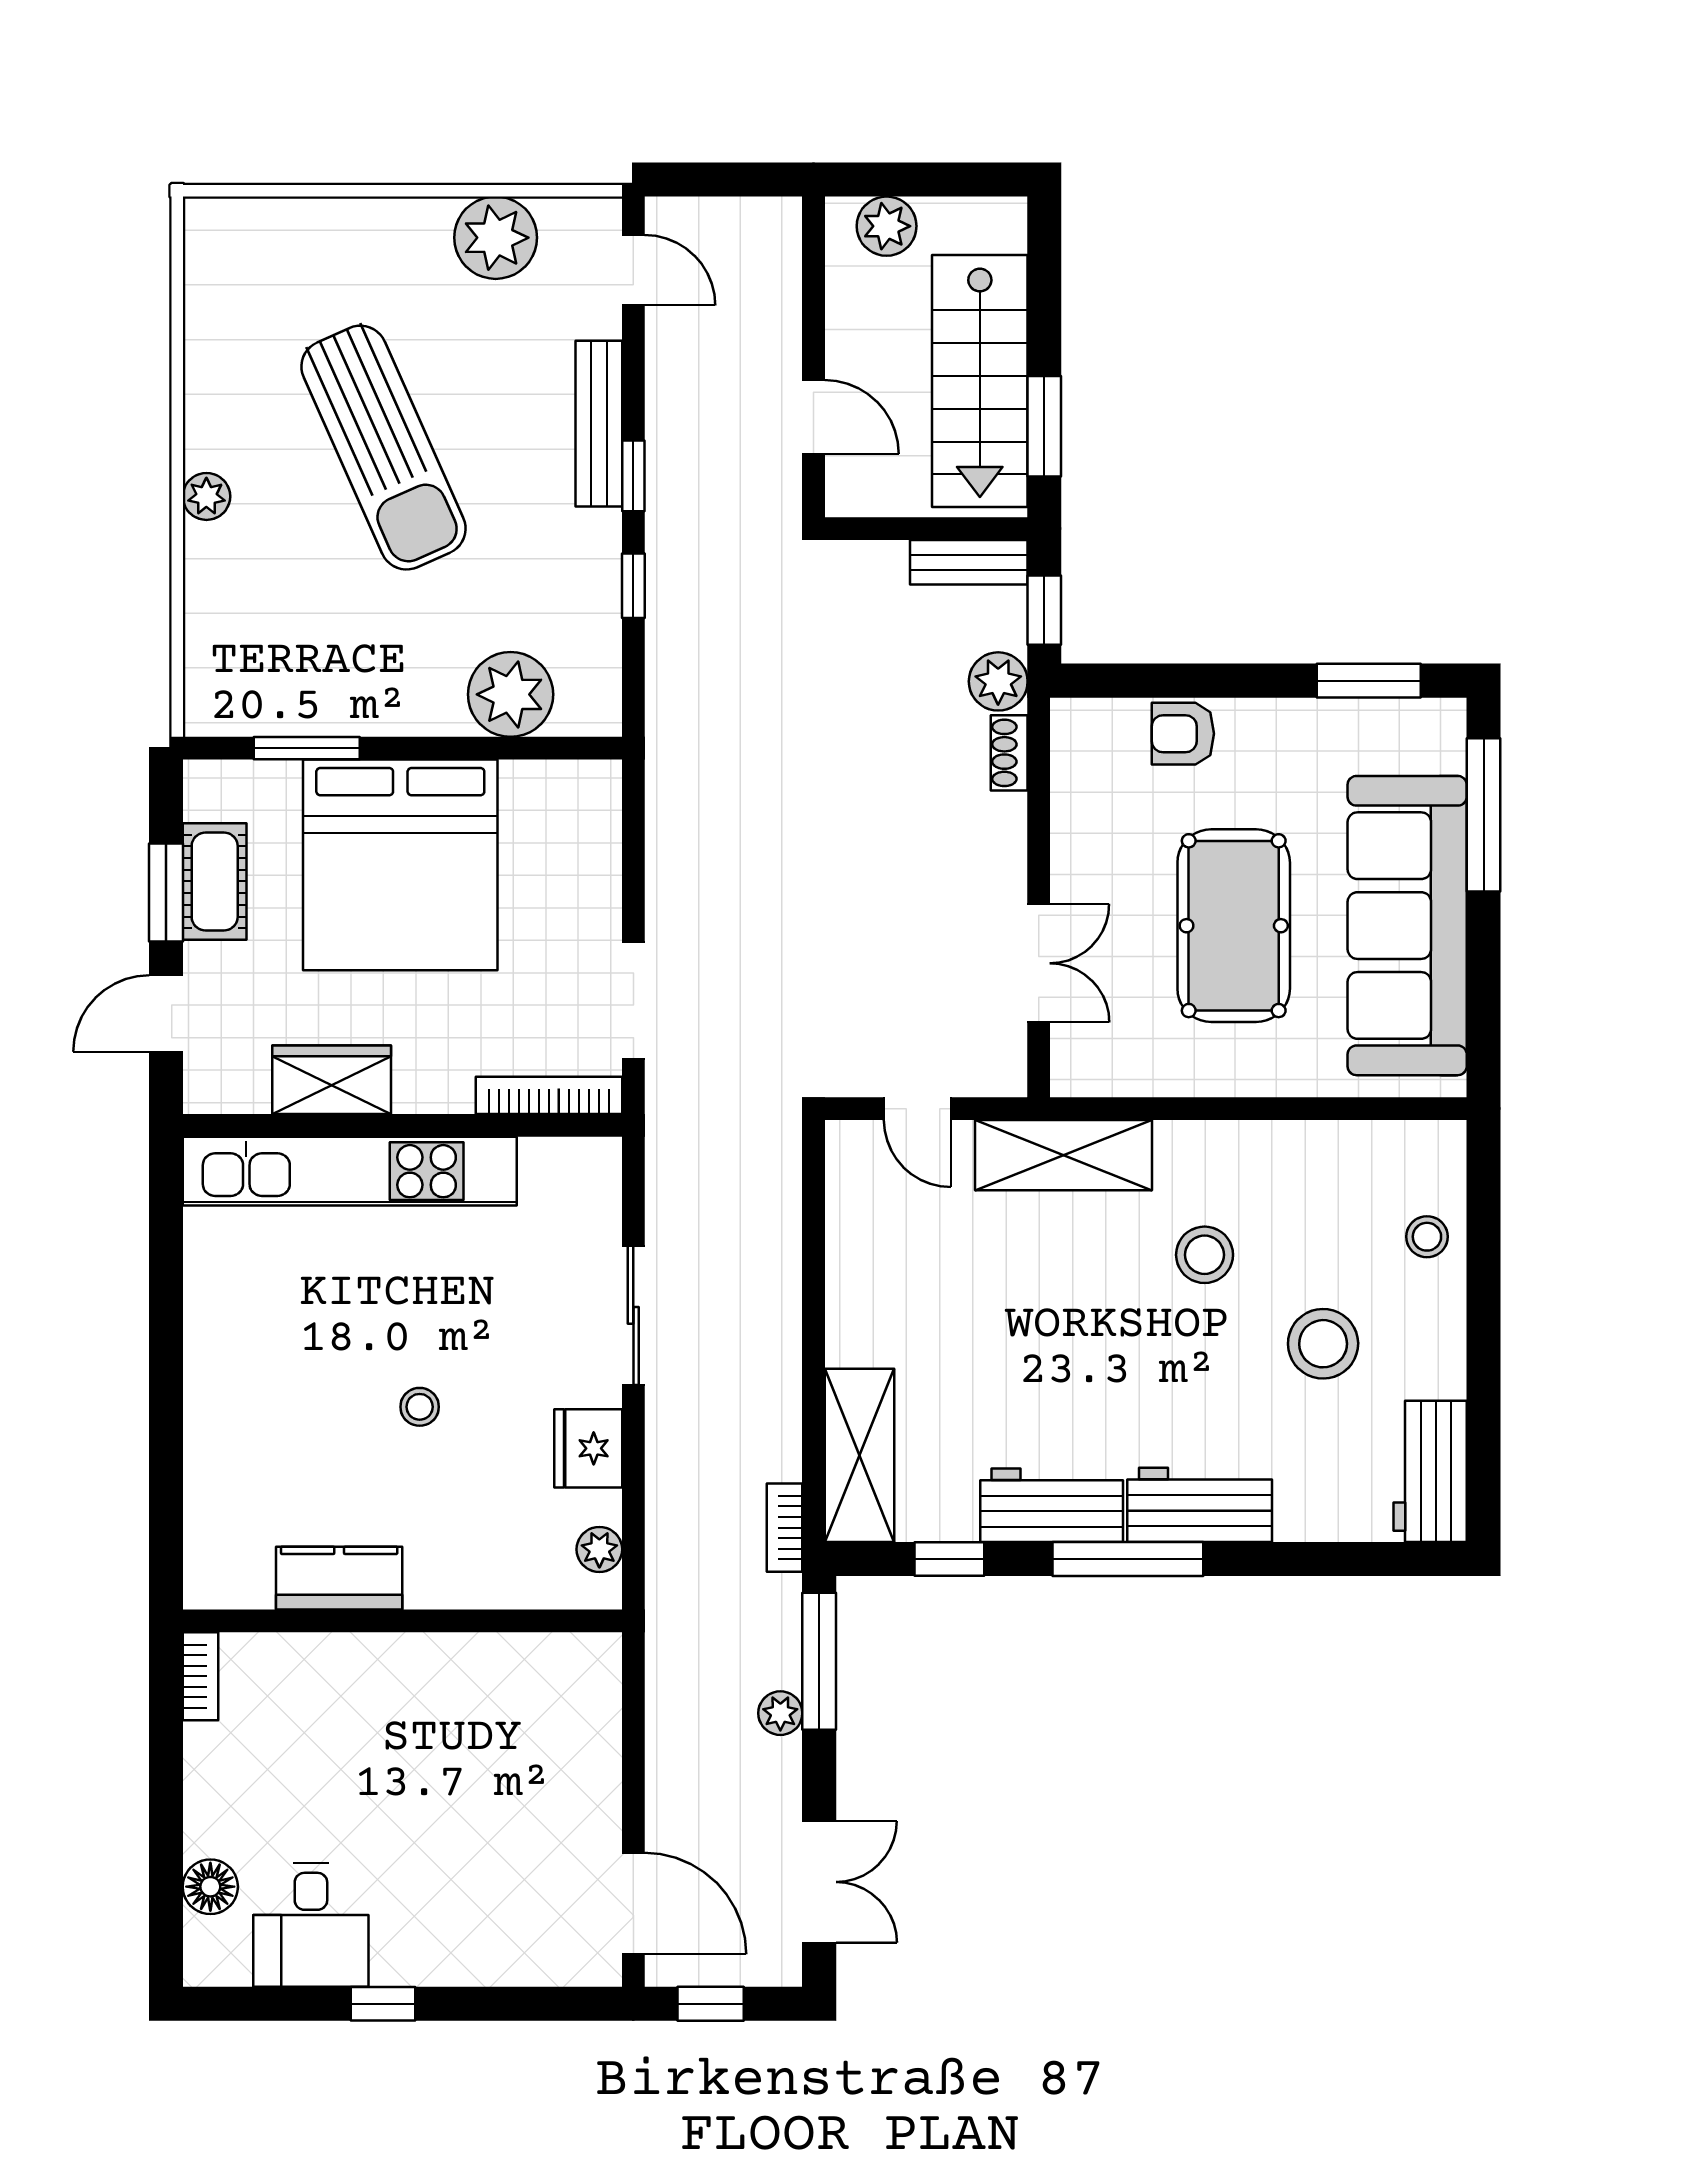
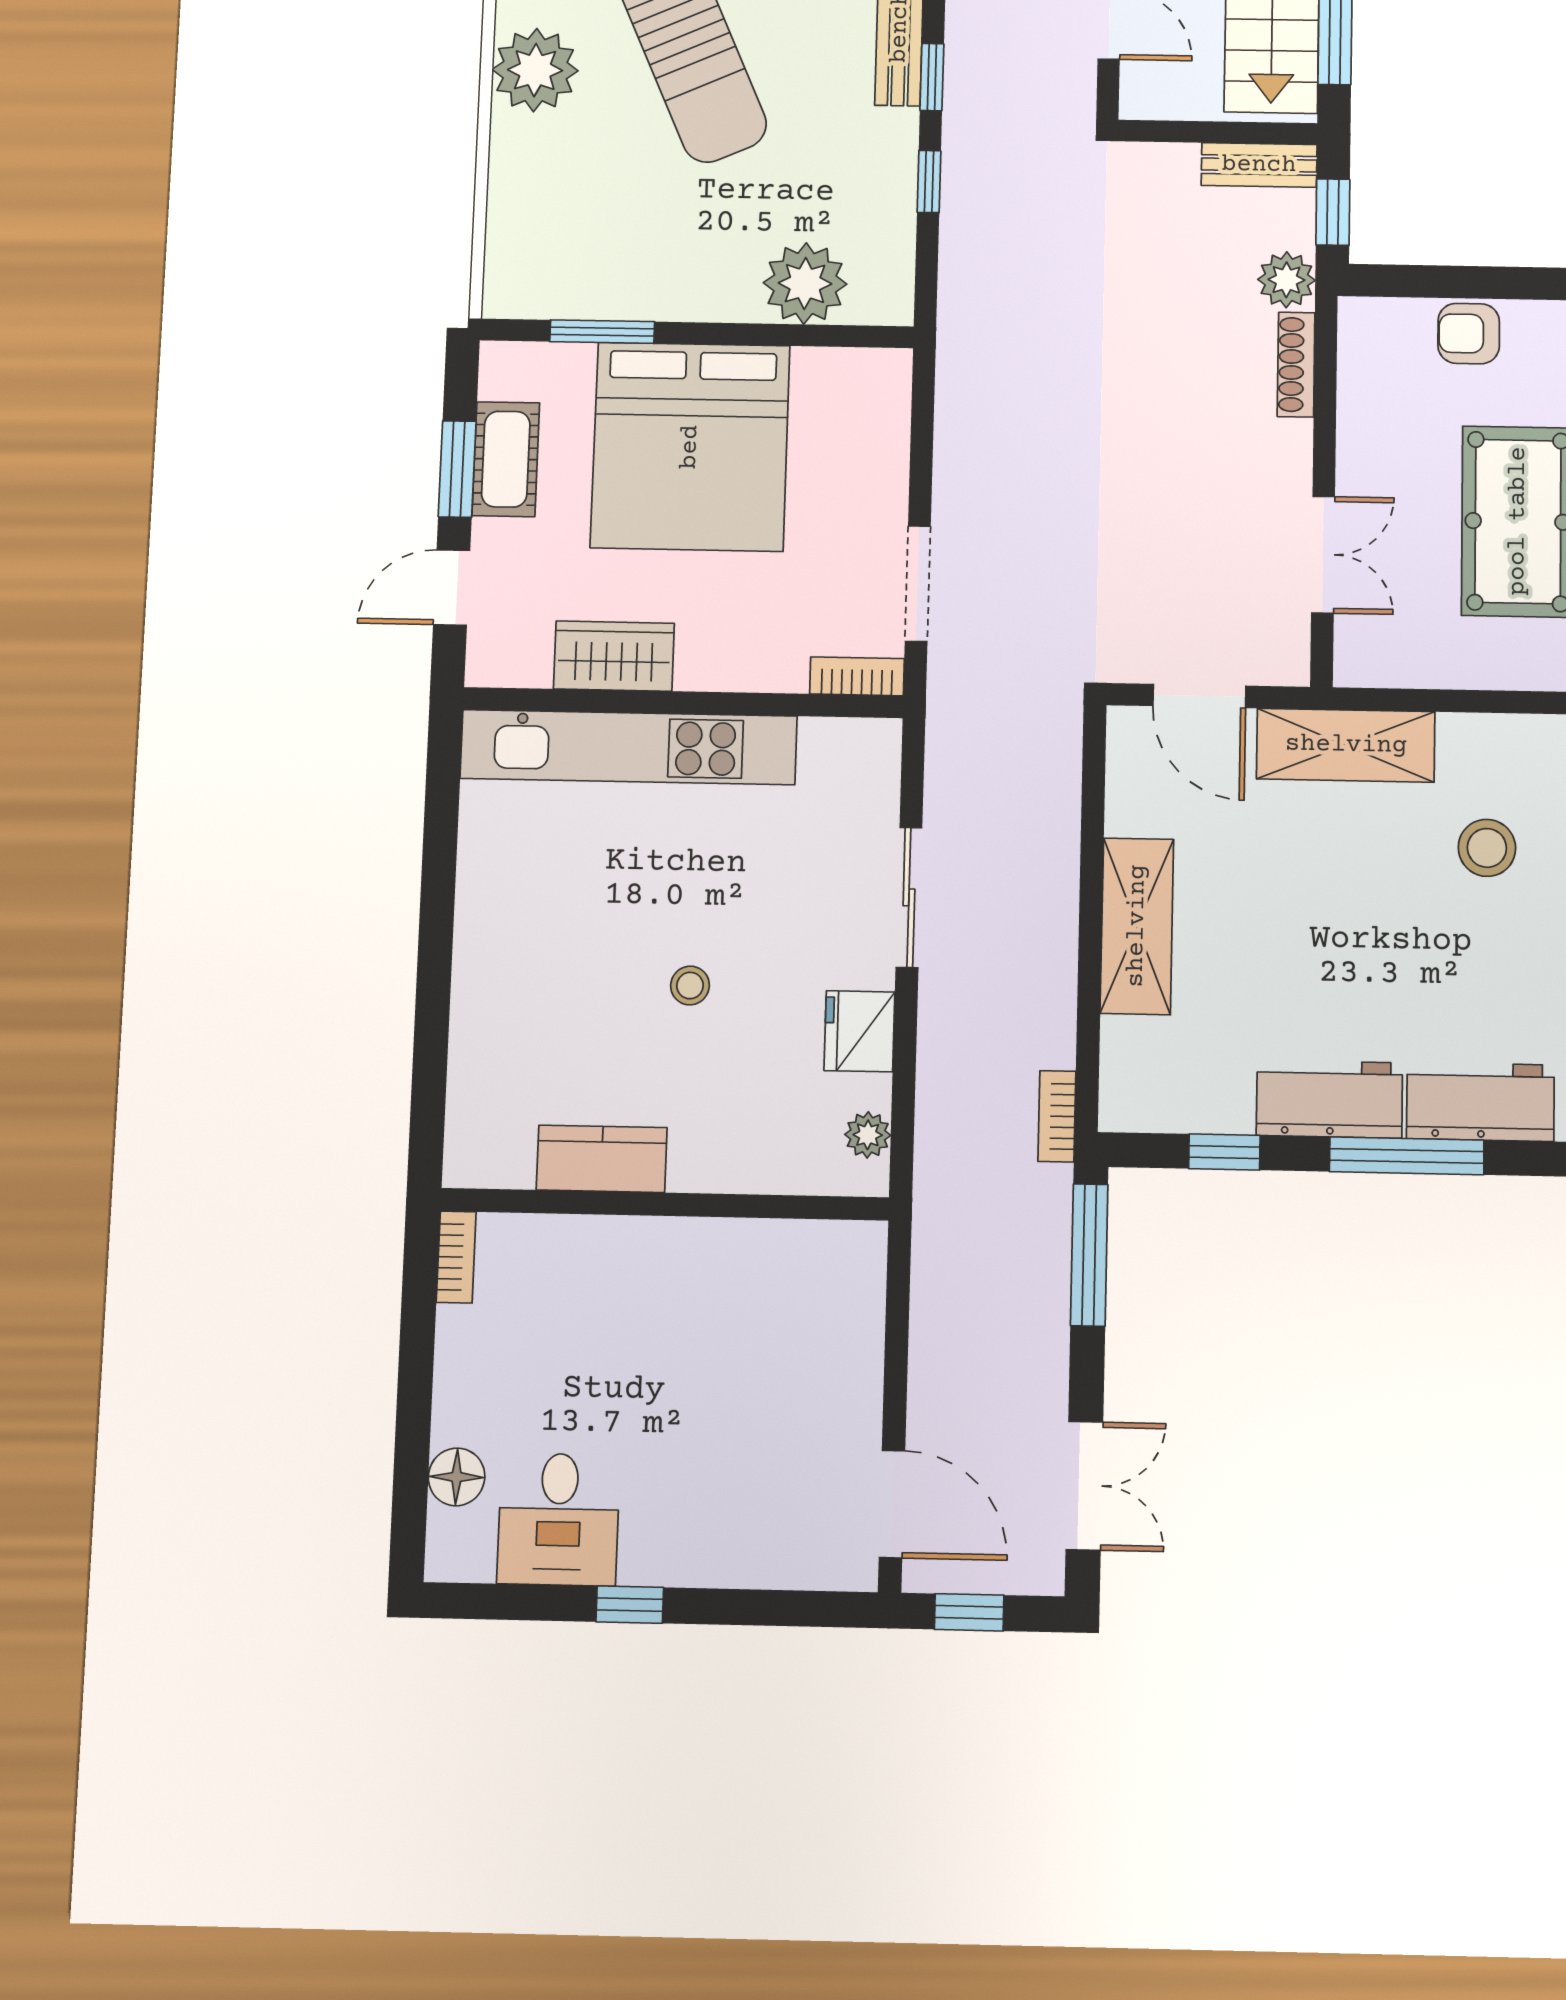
plant: (206, 496) -> (535, 70), width x1.88, depth x1.88
shoe rack: (1009, 753) -> (1296, 365), width x1.43
bookcase: (549, 1095) -> (857, 676), width x0.64
door: (917, 1109) -> (1199, 696), width x1.38
shelving: (859, 1455) -> (1137, 926), moved
plant: (780, 1713) -> (1048, 1308), removed

